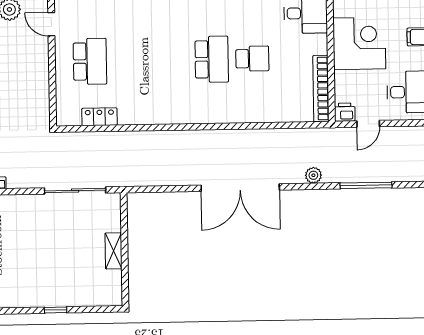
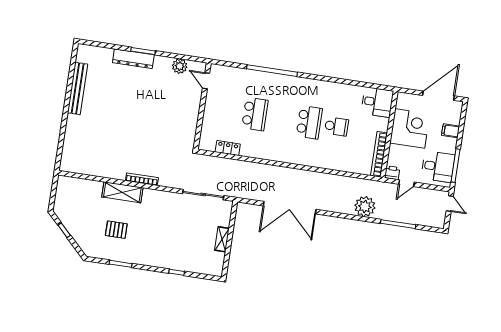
school desk: (90, 61) -> (255, 114), moved
plant: (313, 175) -> (365, 207), width x1.88, depth x1.88
double door: (240, 188) -> (290, 208), moved

